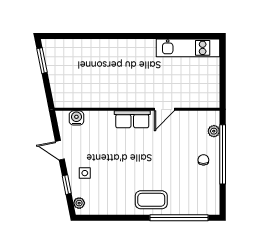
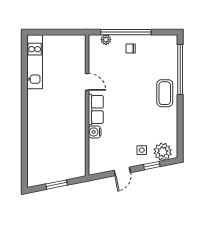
window: (42, 61) -> (57, 185), moved
water cooler: (76, 118) -> (95, 132), moved
plant: (79, 203) -> (163, 152), width x1.88, depth x1.88

